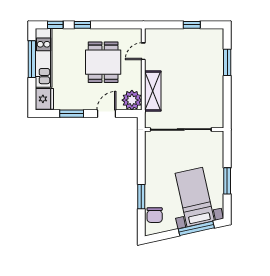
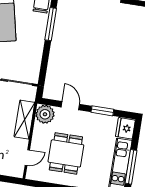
door: (106, 114) -> (70, 106), swing flipped
window: (141, 197) -> (51, 24), width x1.44

